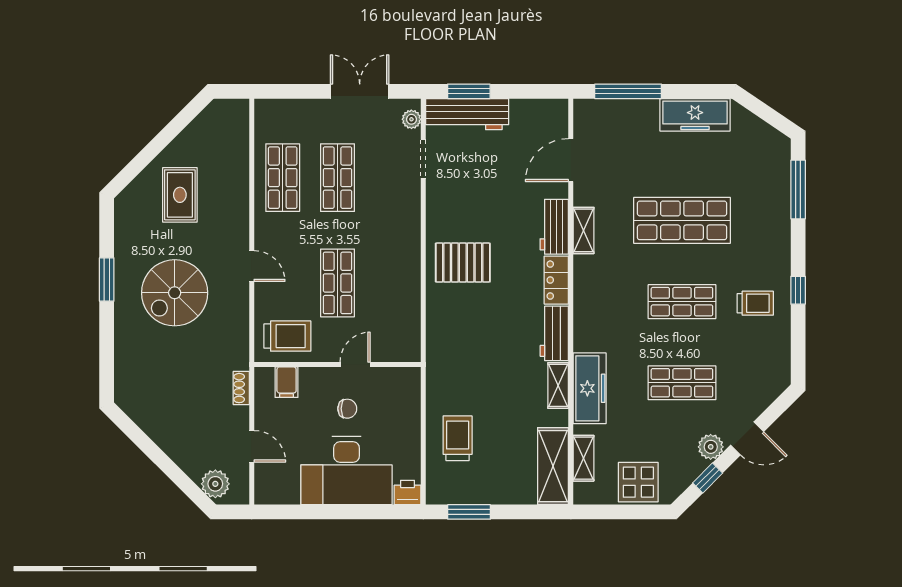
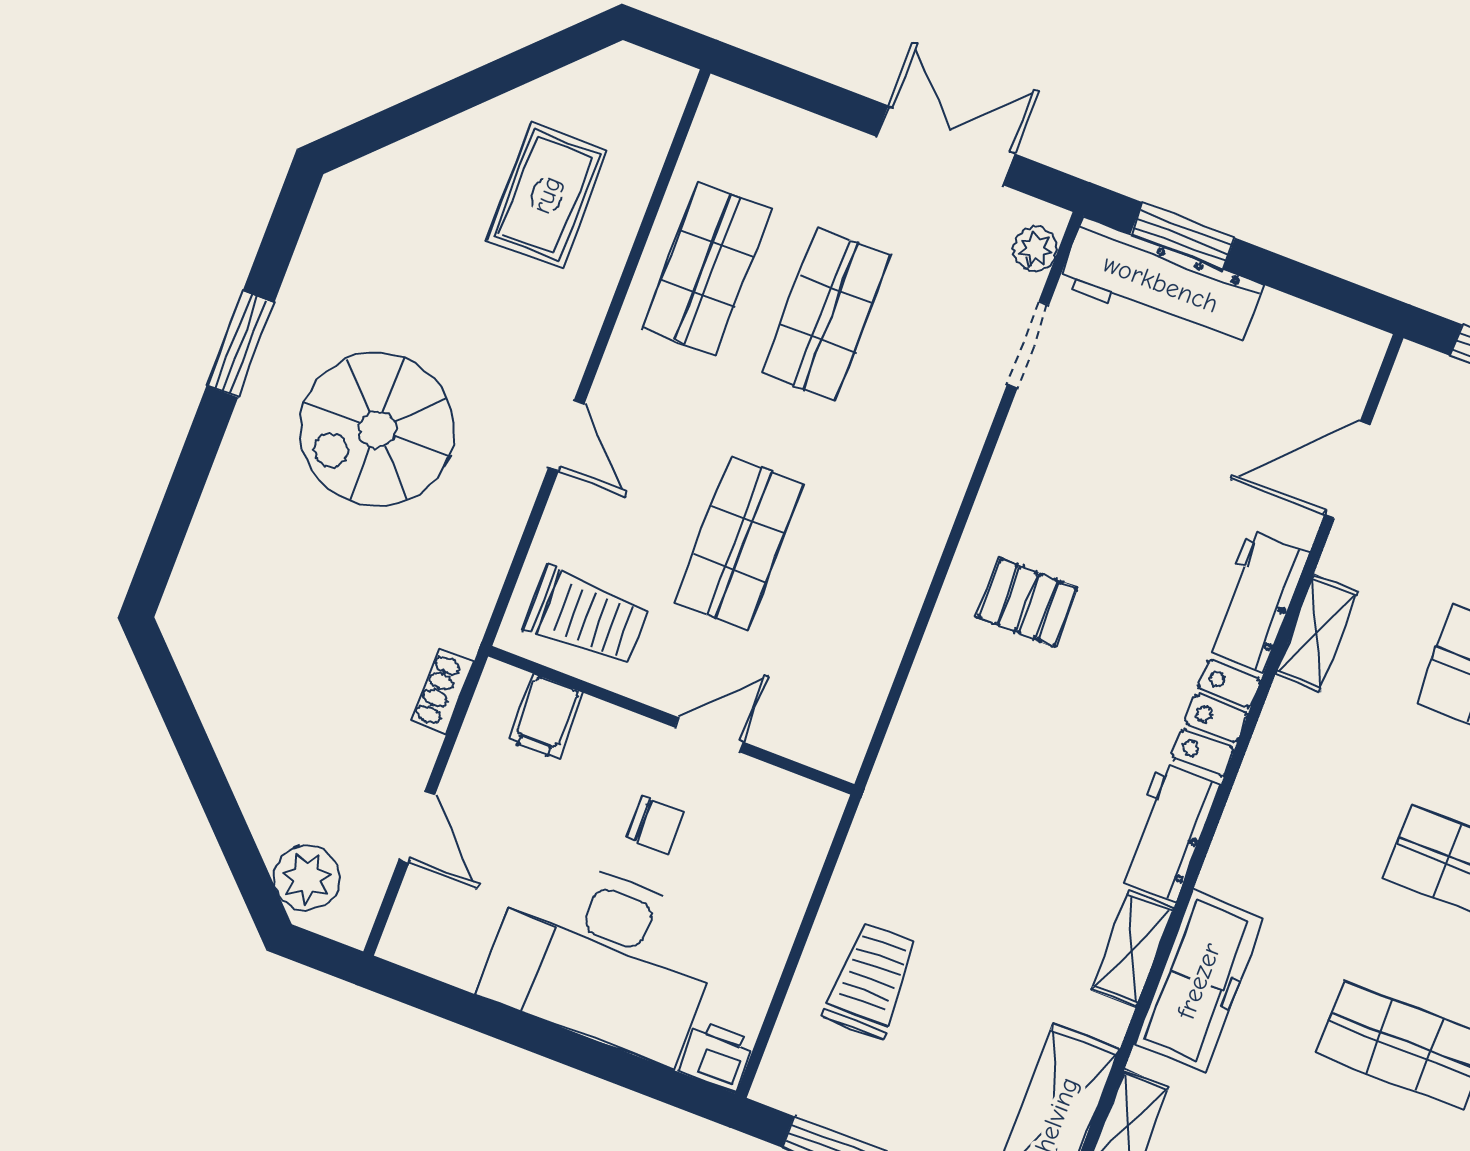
rug: (180, 195) -> (547, 195), moved
pallet: (463, 263) -> (1028, 603), width x0.67, depth x0.71

